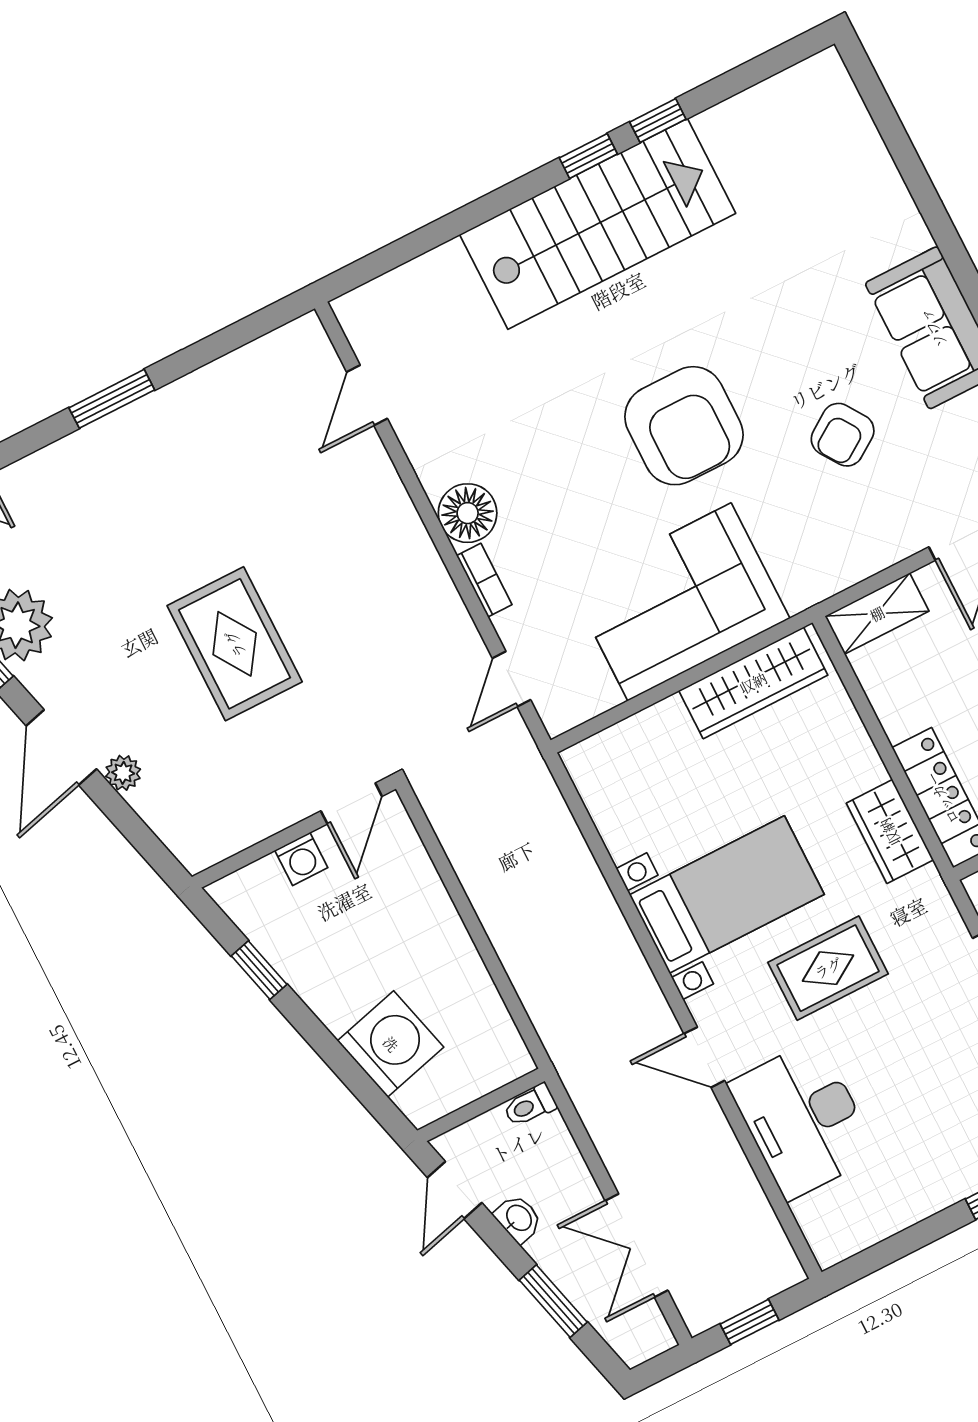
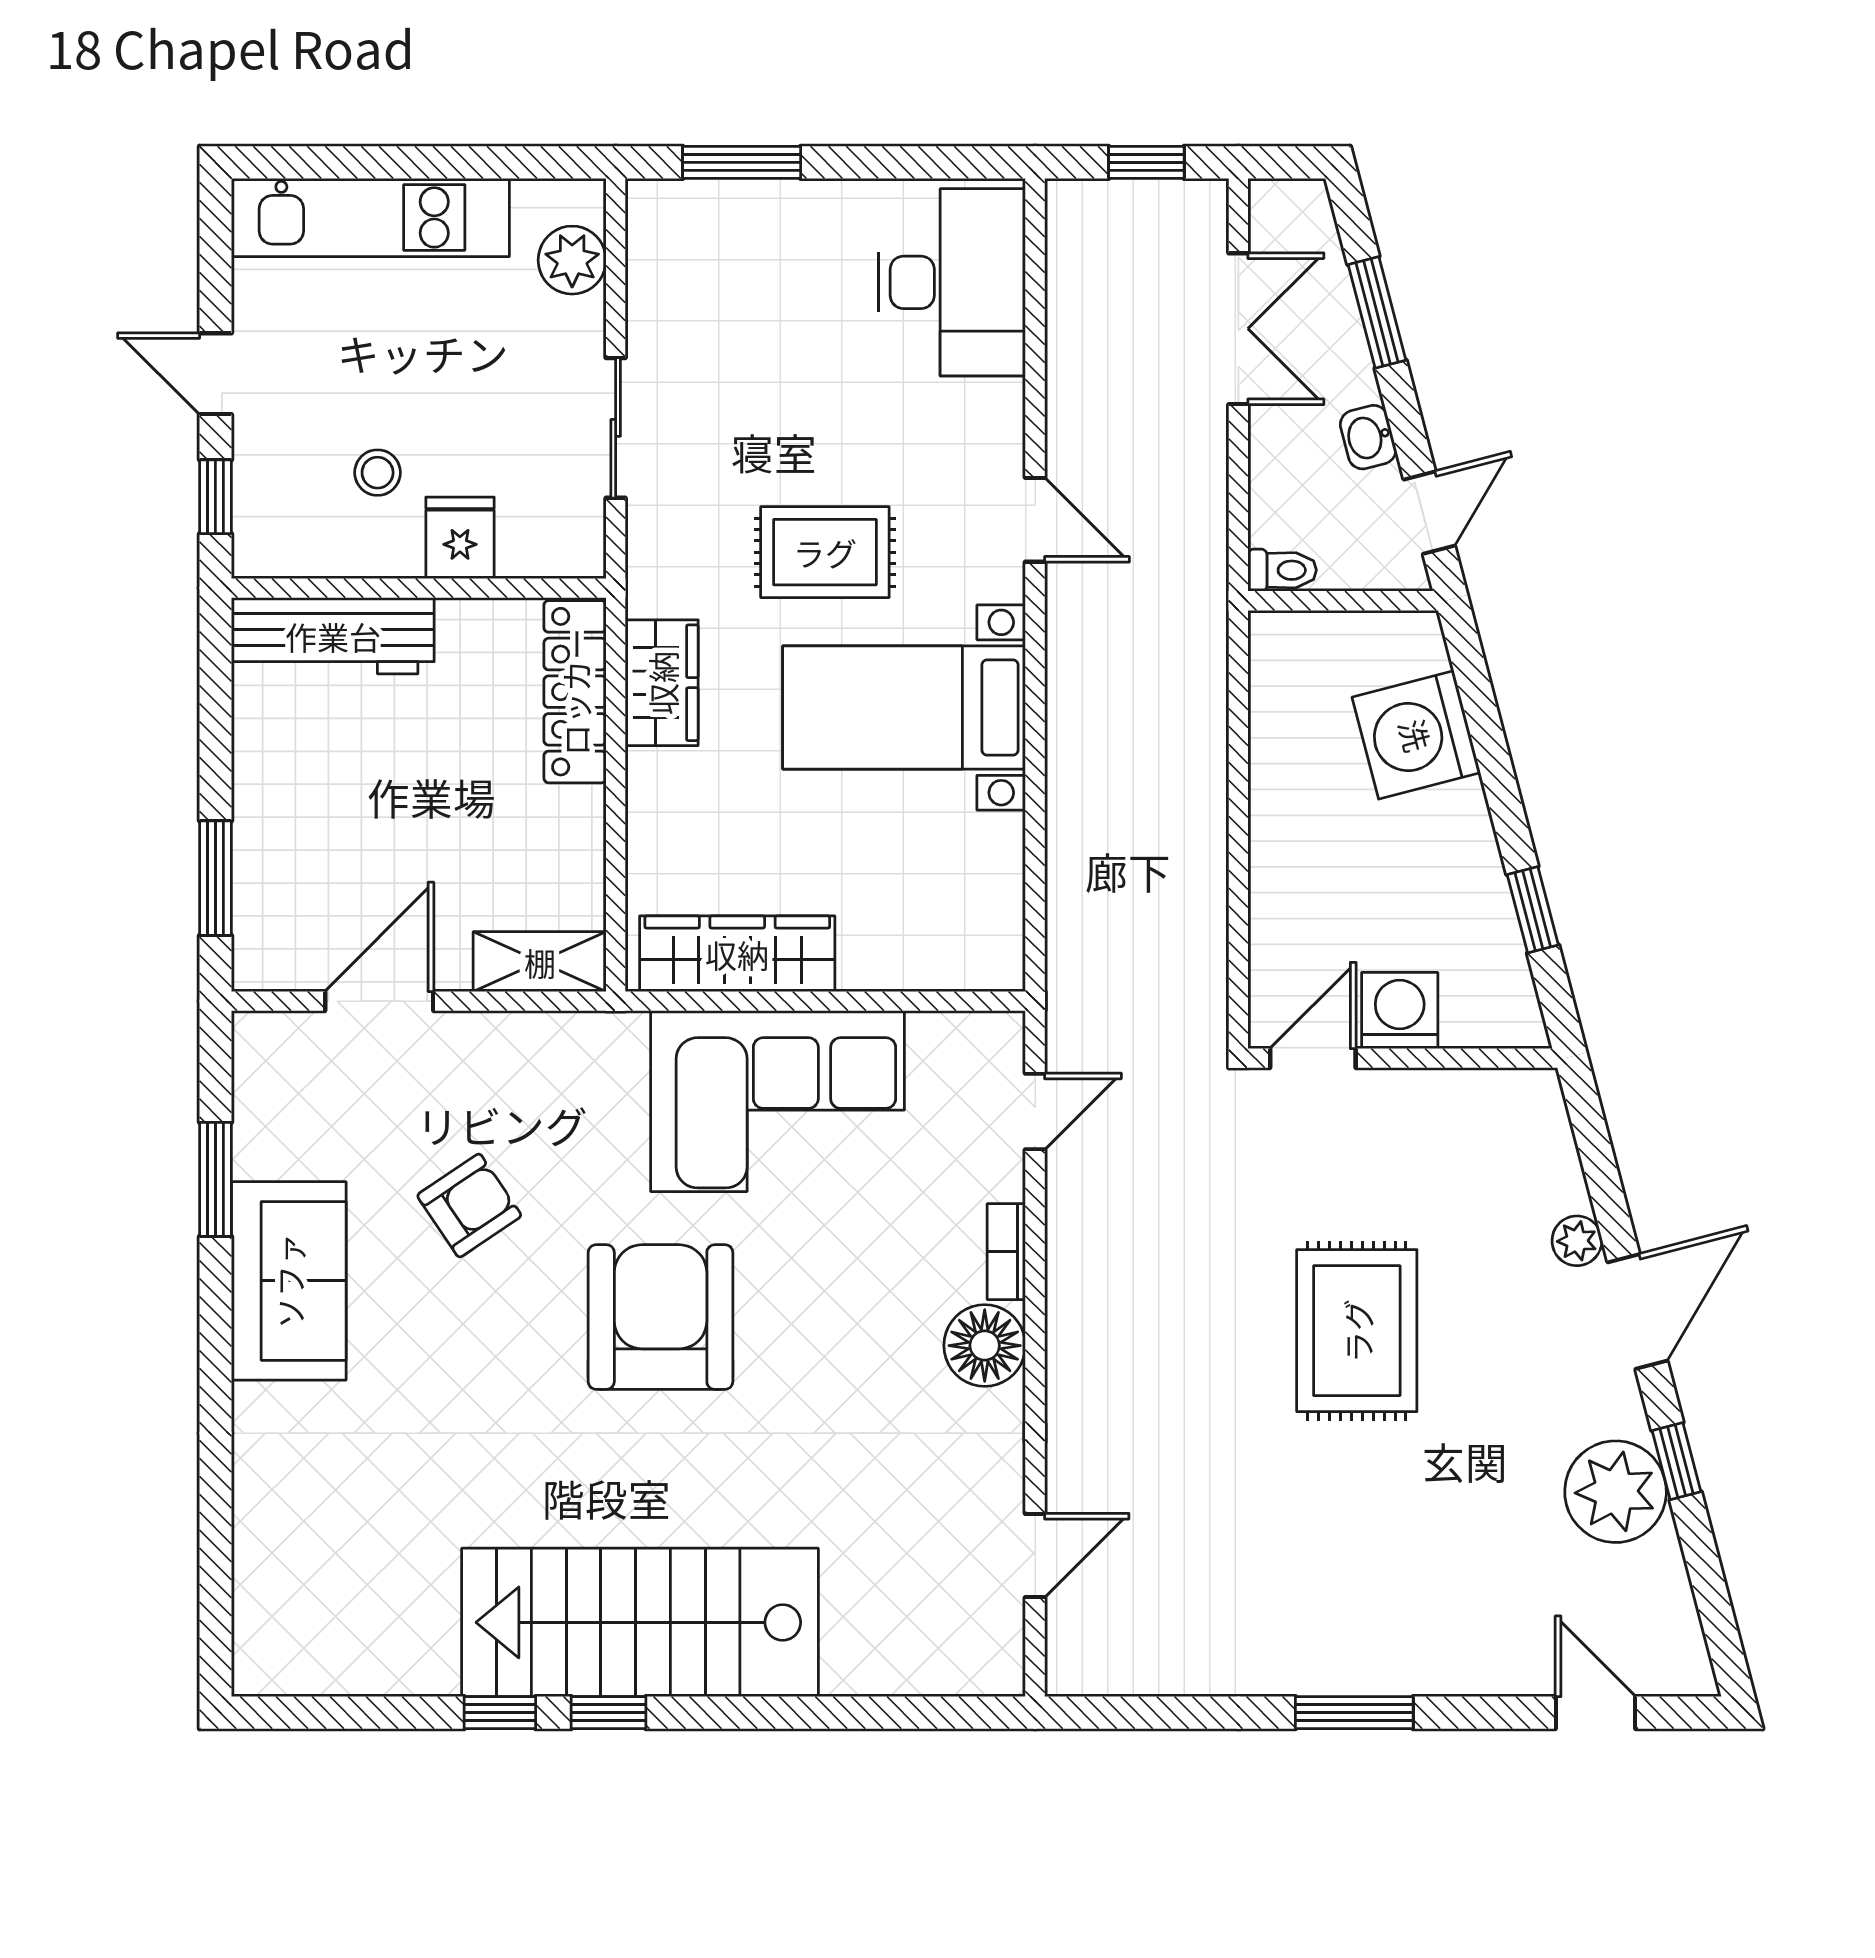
washing machine: (301, 859) -> (1400, 1011), width x1.38, depth x1.38
desk: (803, 1119) -> (952, 282), moved

